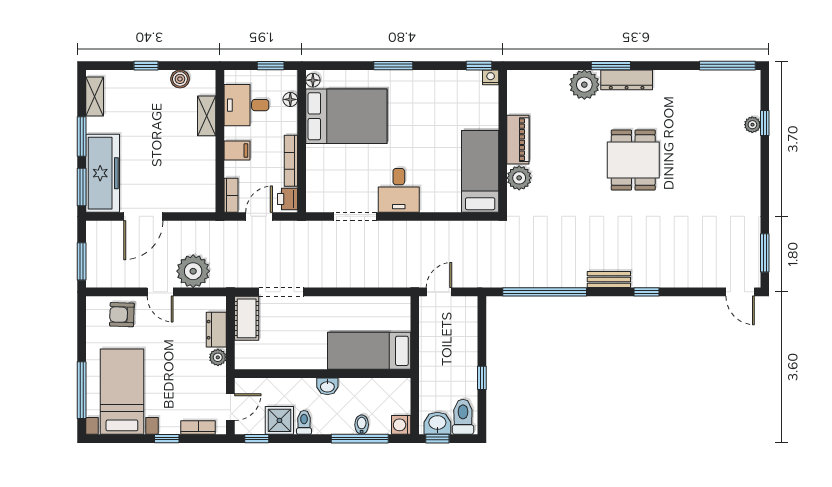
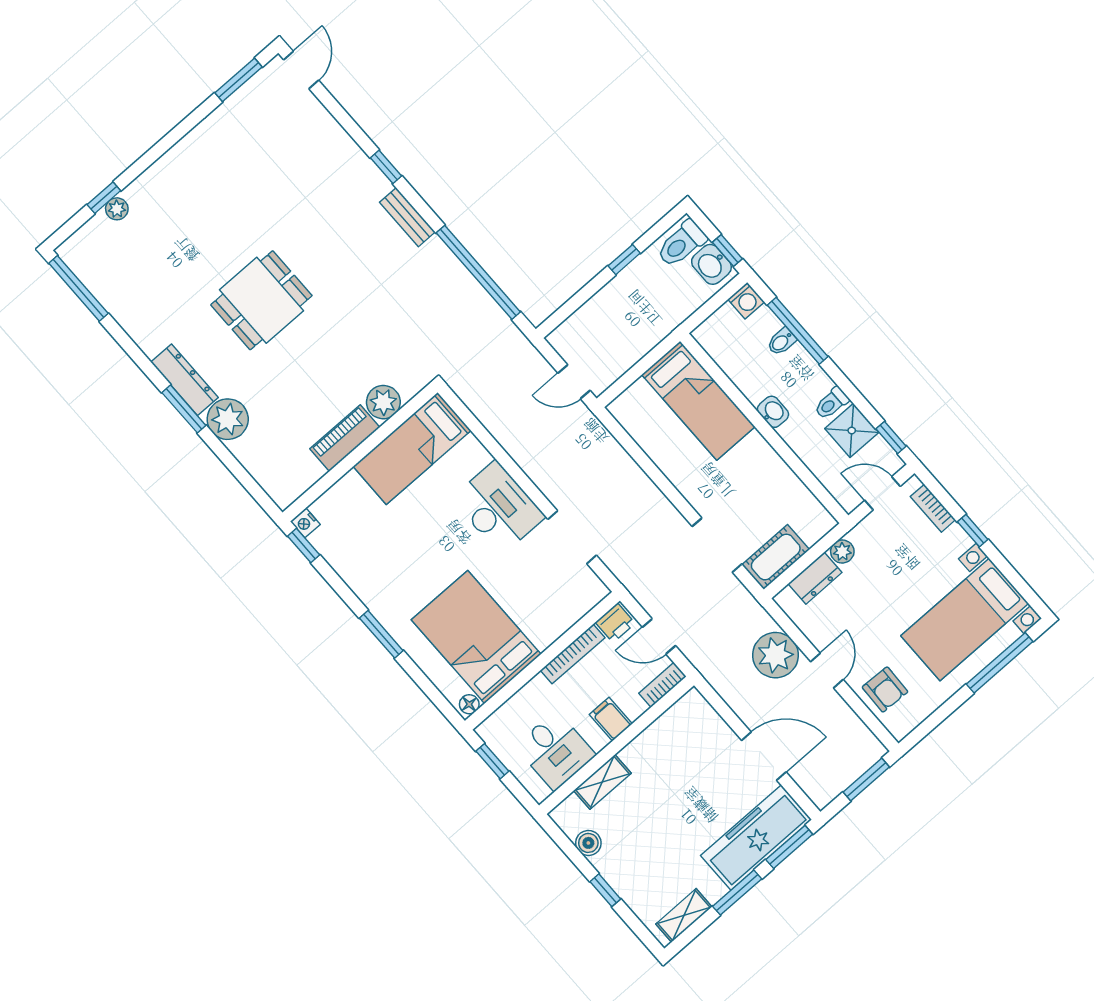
floor lamp: (290, 99) -> (510, 710), removed
desk: (399, 190) -> (498, 508), width x1.37

